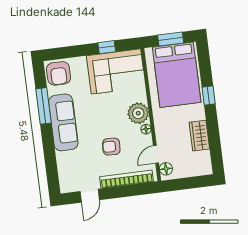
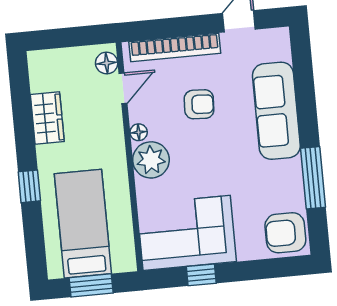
armchair: (59, 73) -> (285, 233), turned -90
bed: (177, 75) -> (83, 224), width x0.67
sofa: (63, 122) -> (276, 111), moved

